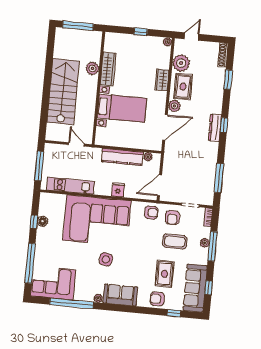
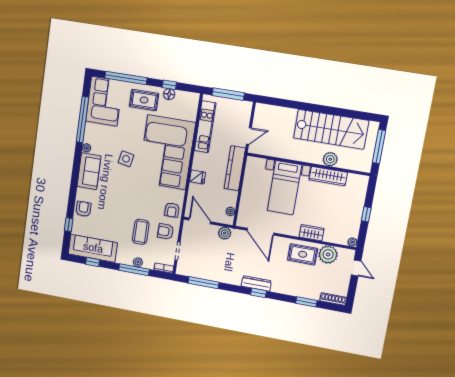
stairs: (63, 92) -> (331, 129), moved
plant: (174, 106) -> (225, 233), moved
kitchen counter: (122, 157) -> (235, 168), moved
rug: (164, 274) -> (144, 100), moved

